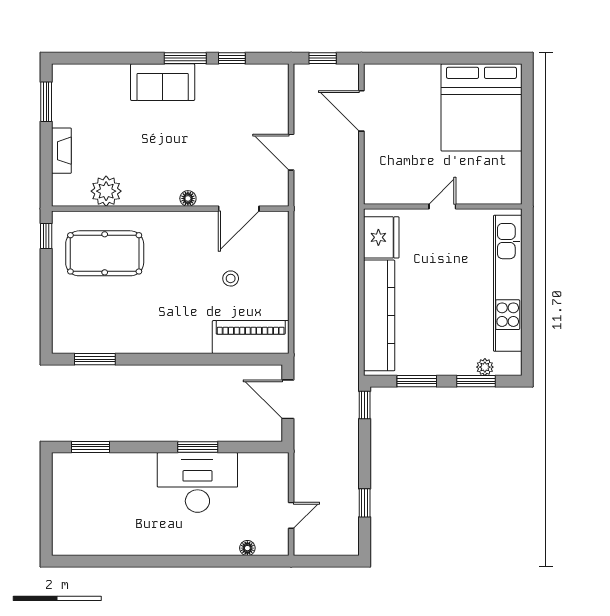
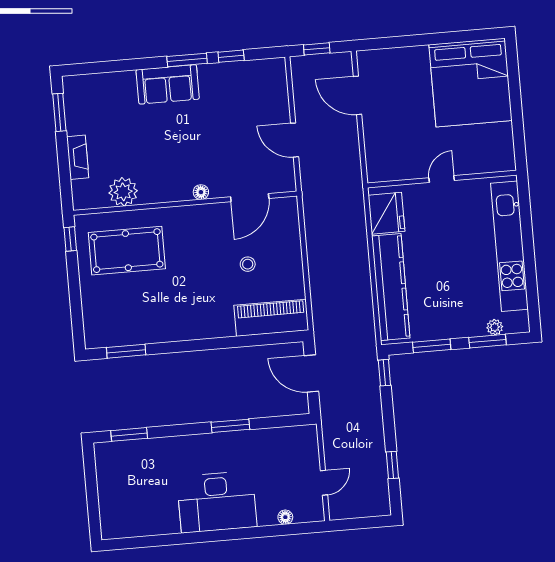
desk: (197, 482) -> (217, 502), moved, turned 180

